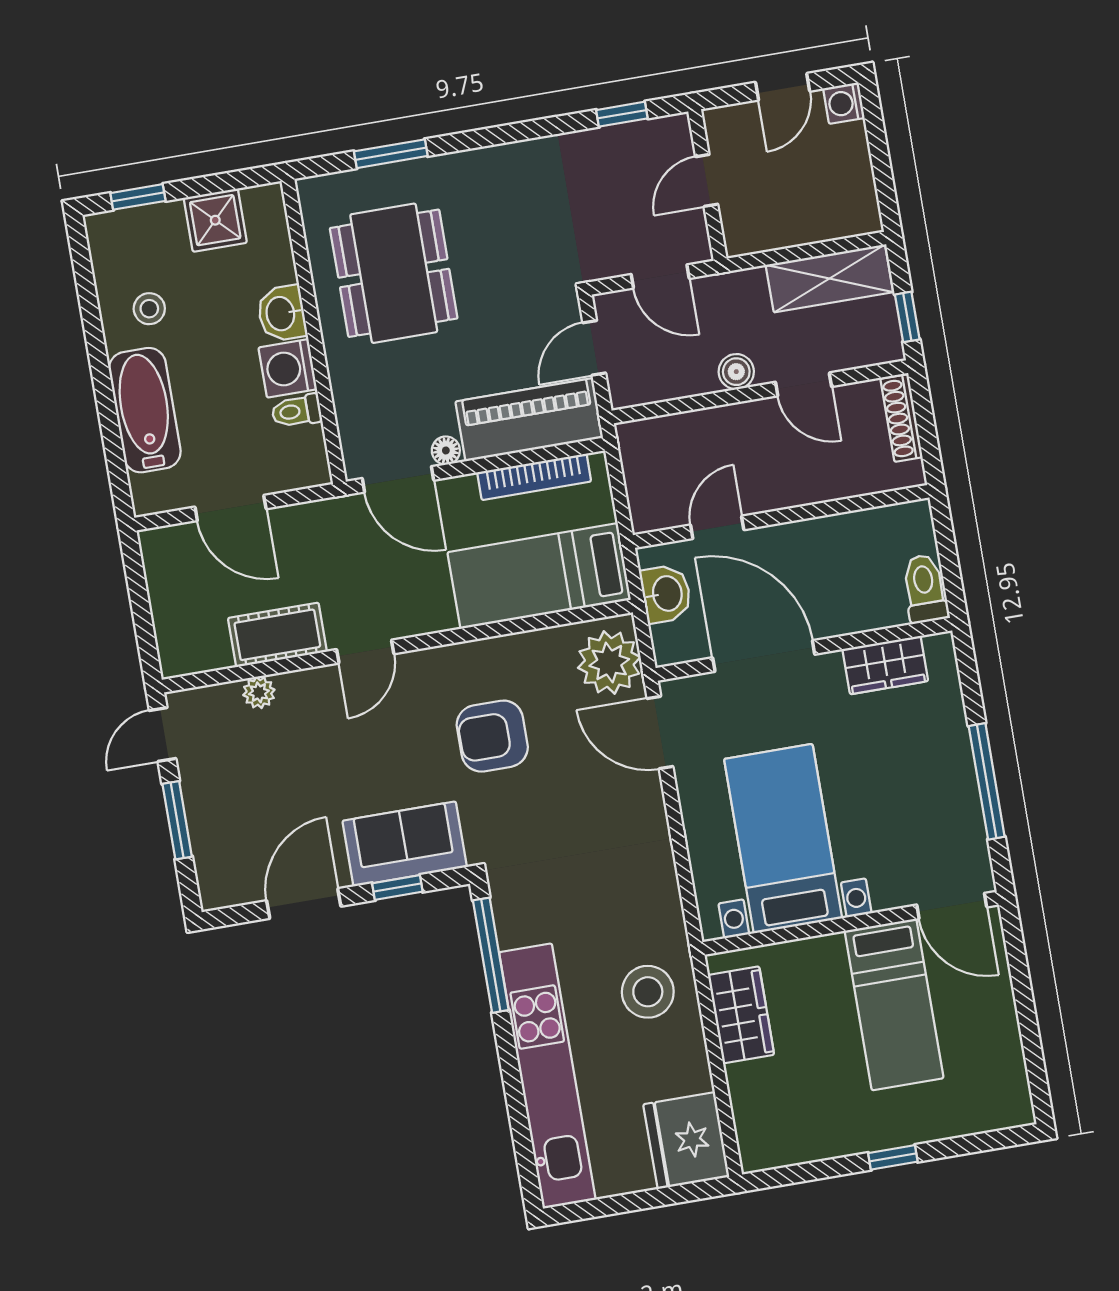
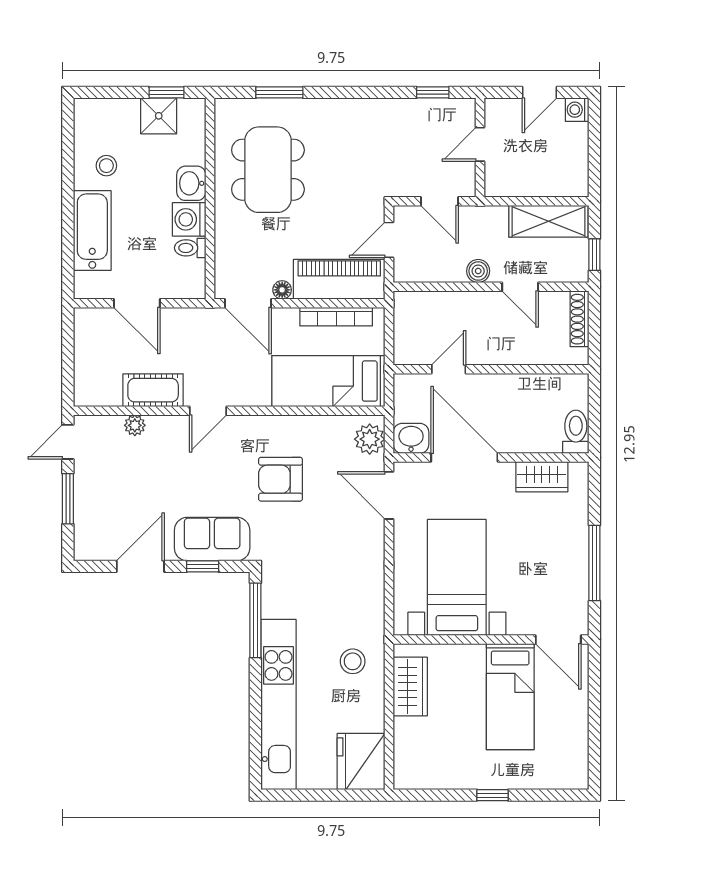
window: (138, 197) -> (167, 92), moved
washbasin: (666, 594) -> (411, 438), moved, turned -90
plant: (609, 663) -> (370, 439), width x0.73, depth x0.73
stool: (648, 992) -> (353, 661), width x0.73, depth x0.73

